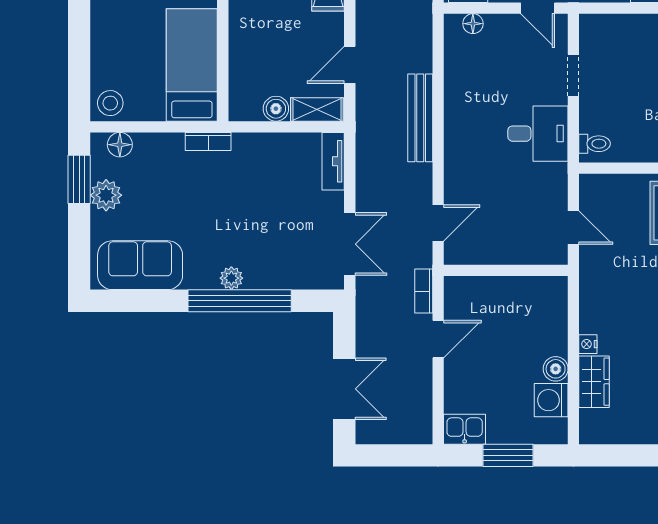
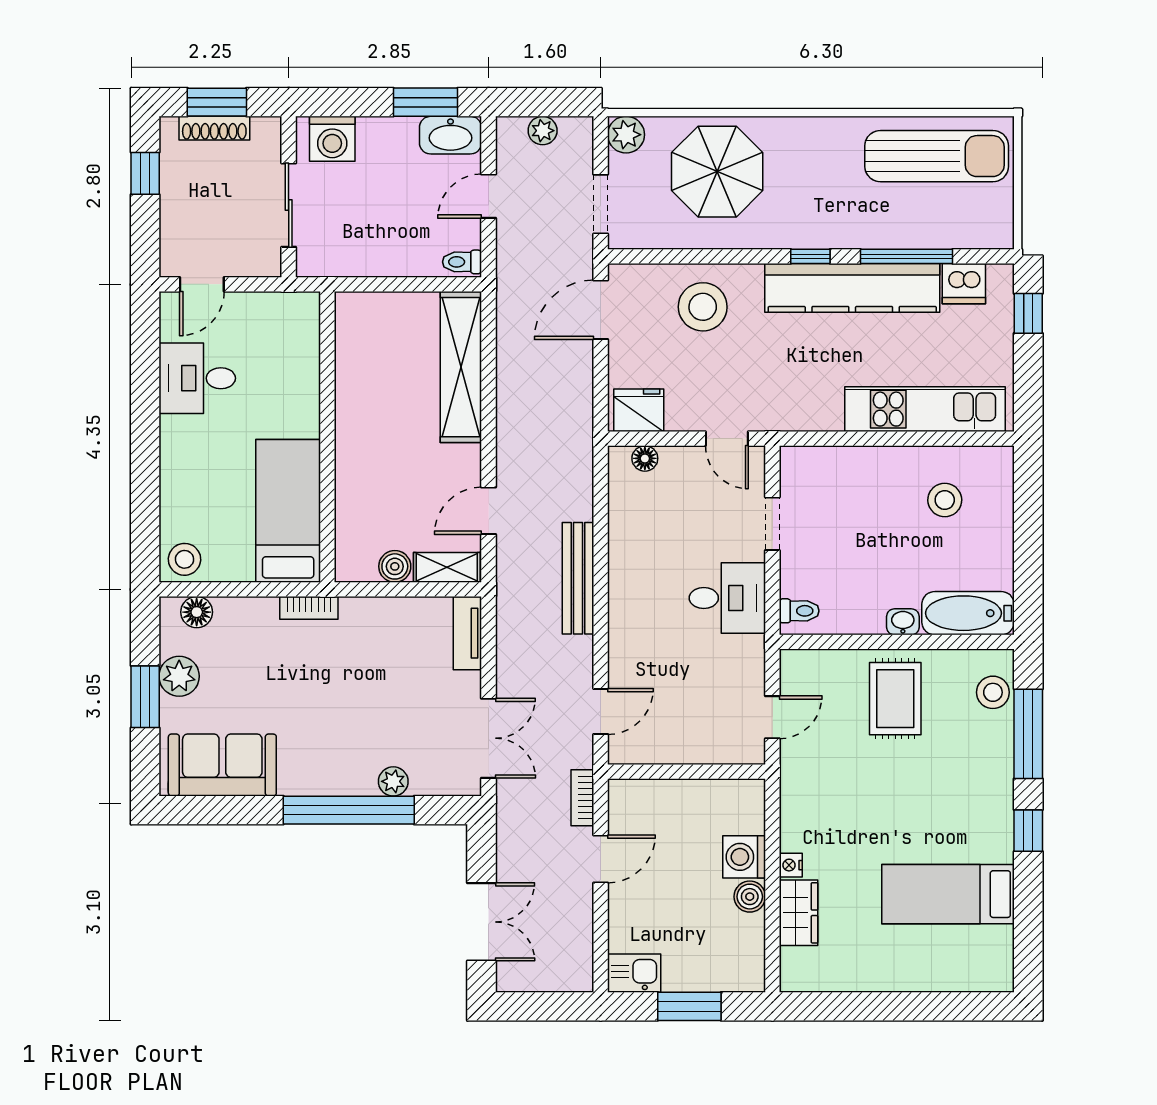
window: (79, 179) -> (145, 697), moved
door: (573, 228) -> (772, 717), hinge flipped
plant: (231, 278) -> (393, 781), moved
washing machine: (551, 400) -> (744, 857), moved

